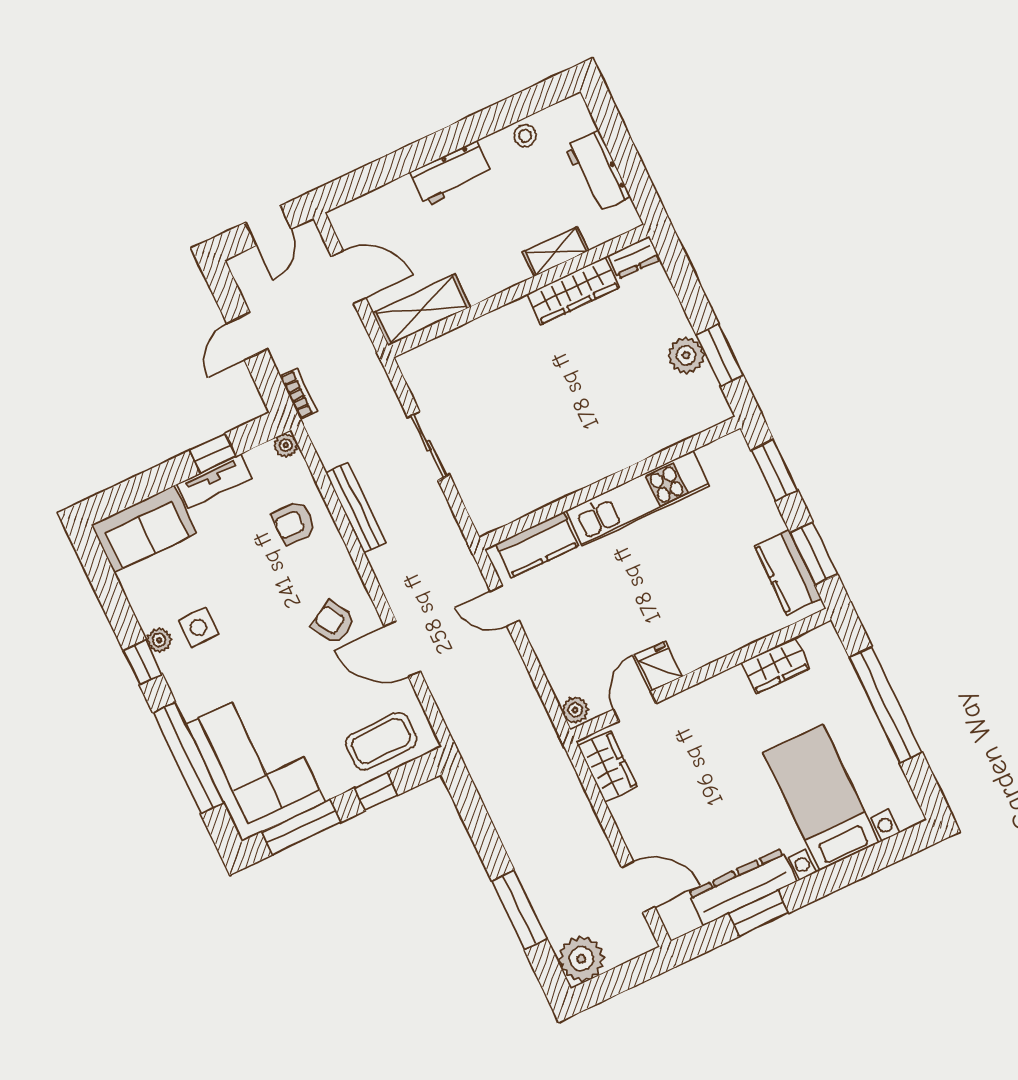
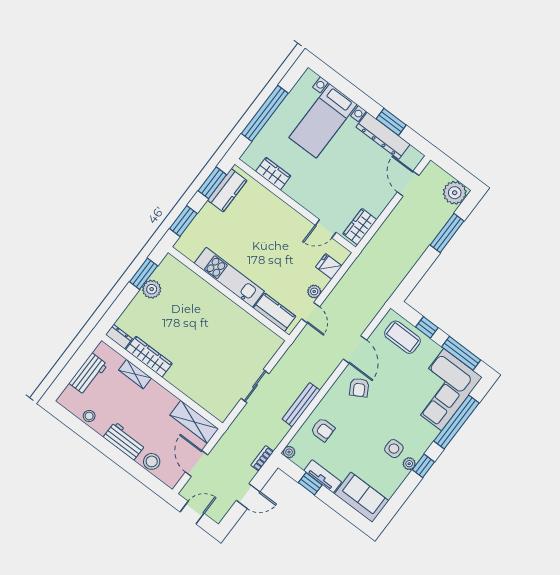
stool: (392, 202) -> (152, 461), added
fridge: (659, 666) -> (329, 266), moved, turned 90
plant: (575, 710) -> (314, 291), moved

